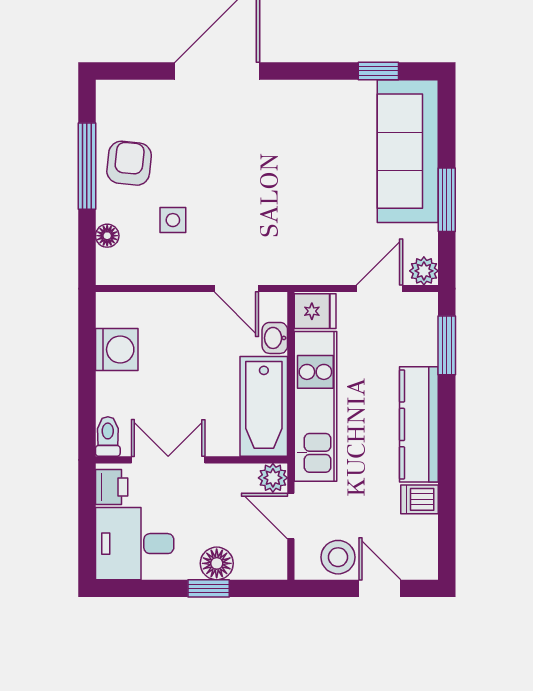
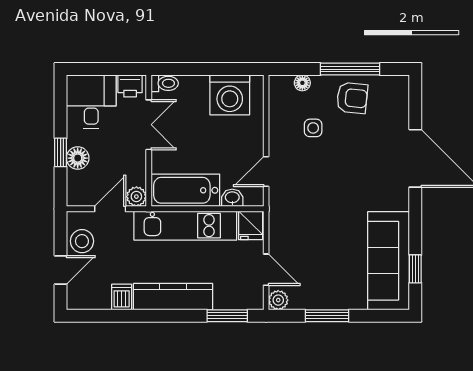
sofa: (408, 151) -> (389, 261), moved, turned -90
washing machine: (117, 349) -> (230, 95), width x1.37, depth x1.37

